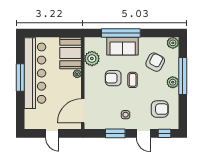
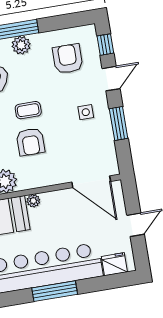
fridge: (30, 117) -> (114, 264), added

